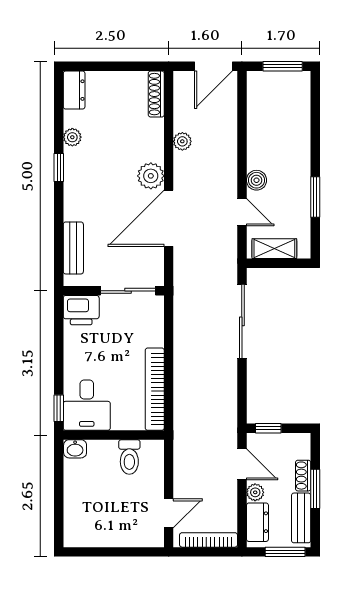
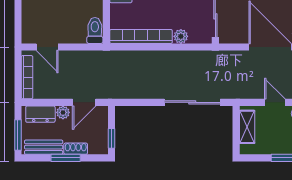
door: (242, 212) -> (275, 102), swing flipped
plant: (155, 337) -> (181, 36), added
window: (268, 428) -> (111, 138), moved
toilet: (129, 457) -> (95, 30), moved, turned 90

